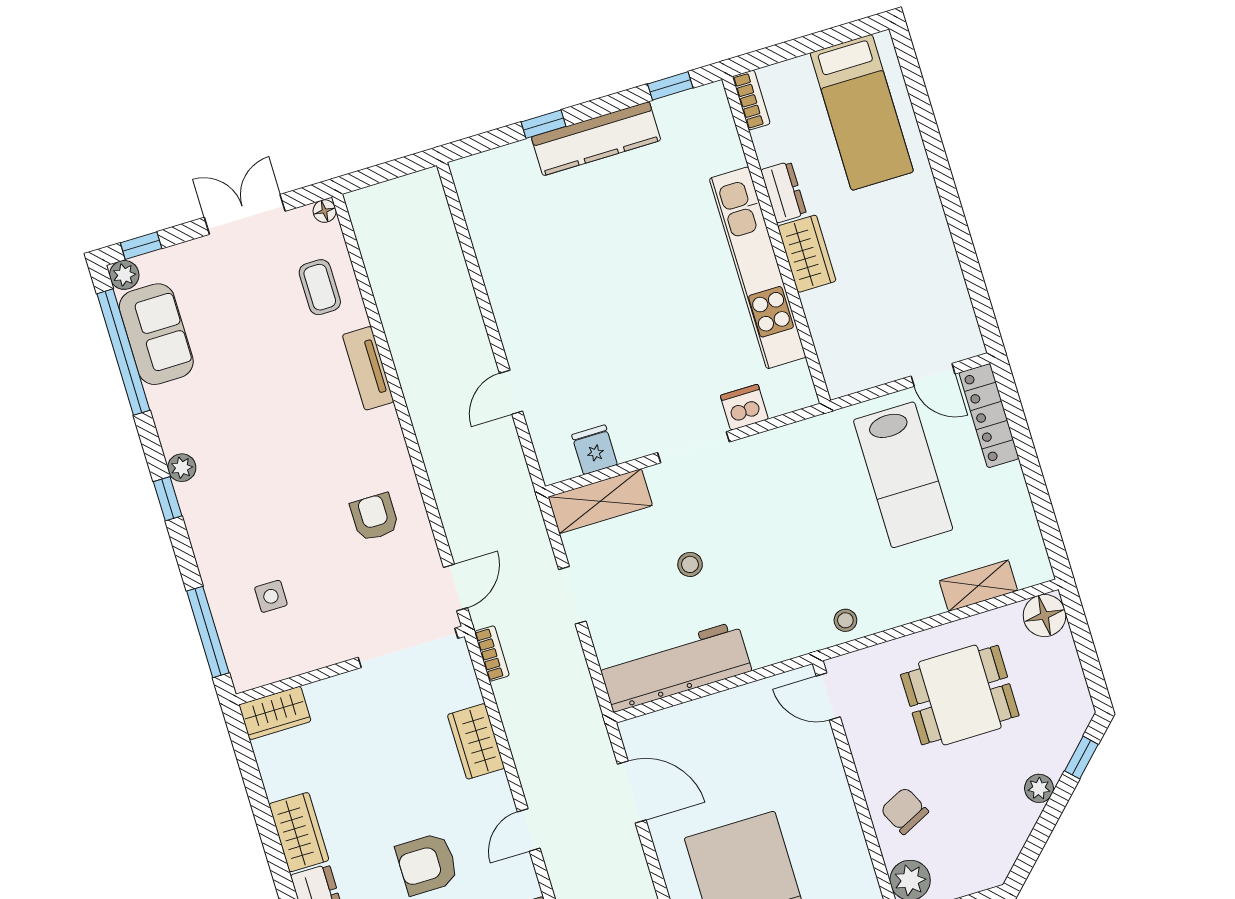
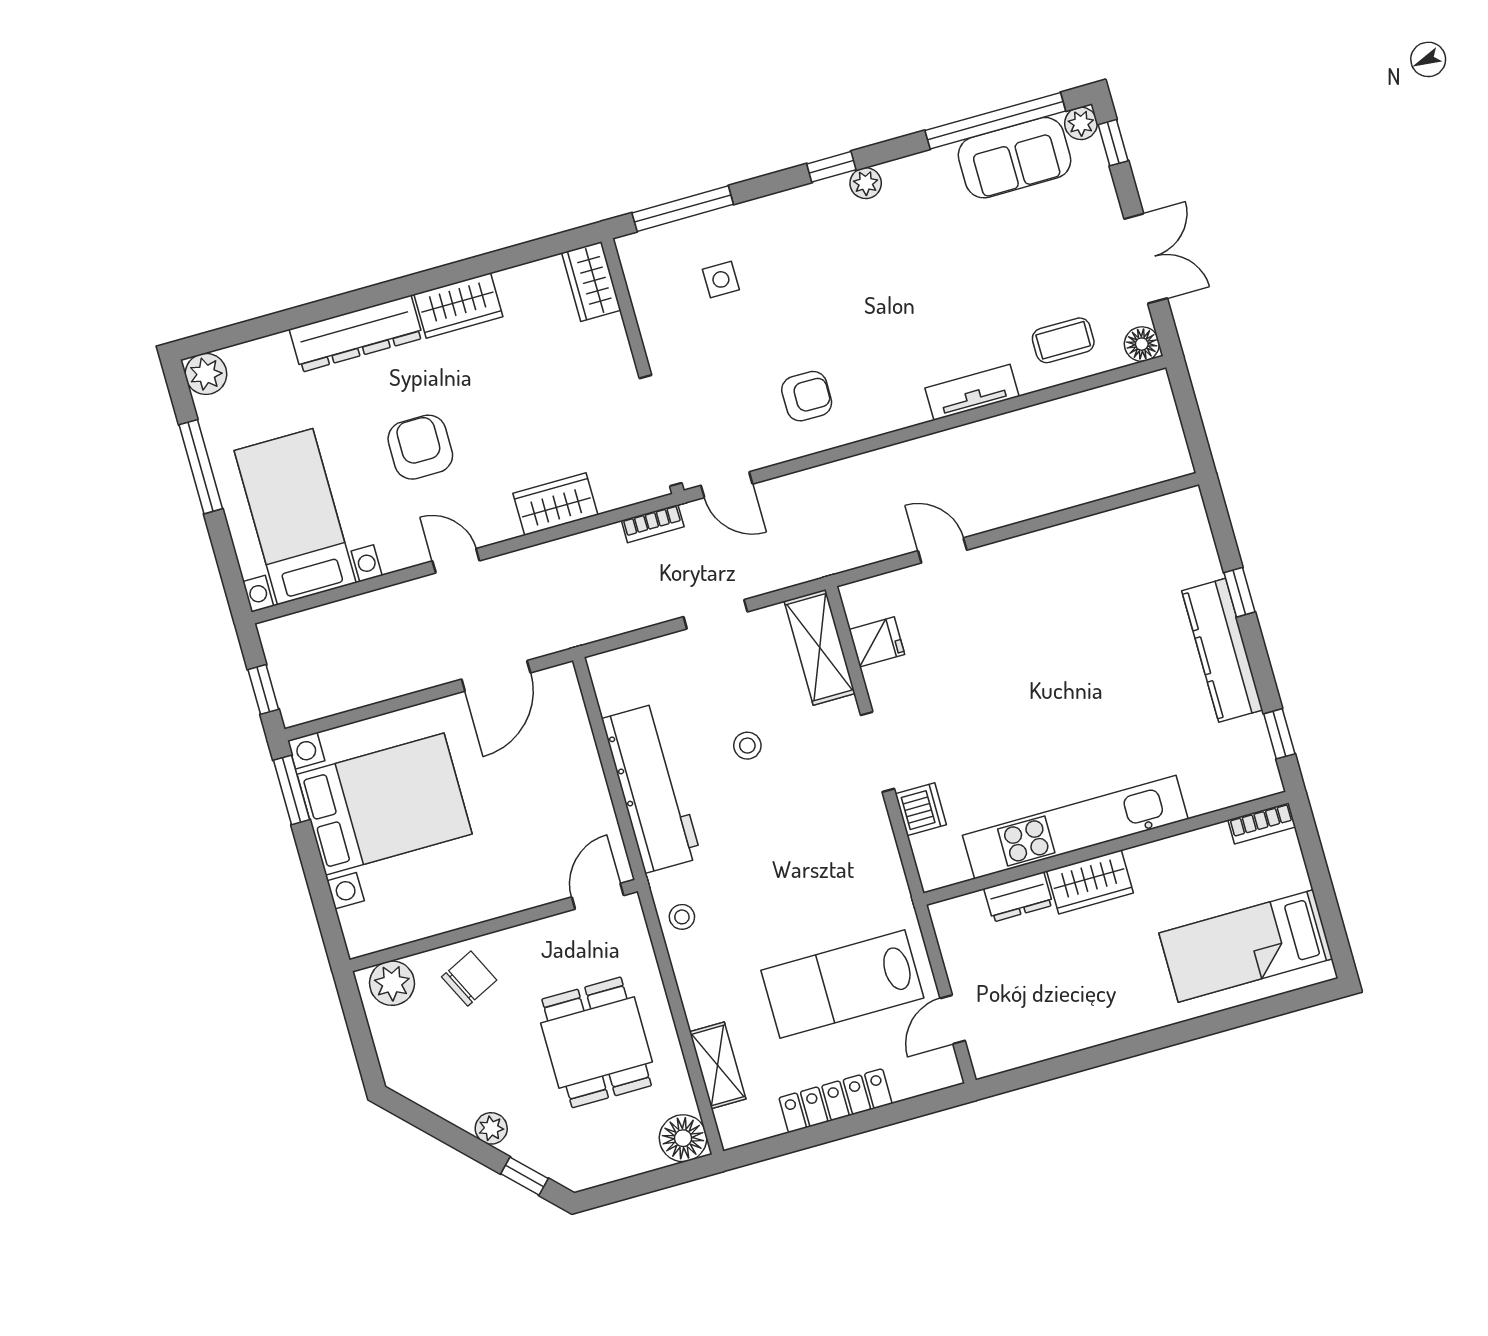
dresser: (784, 192) -> (1018, 897), moved
floor lamp: (325, 211) -> (1142, 344), width x1.37, depth x1.37
locker: (989, 416) -> (835, 1101), moved
workbench: (675, 667) -> (651, 788), moved

